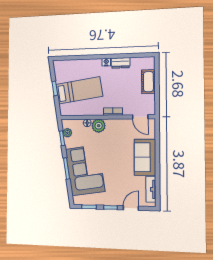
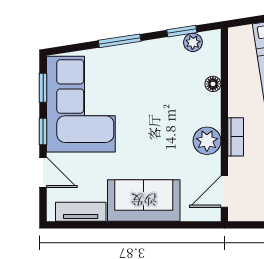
plant: (99, 126) -> (207, 141), moved
corner sofa: (85, 170) -> (81, 104), moved, turned -81

